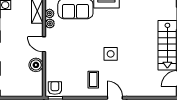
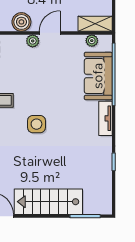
plant: (50, 24) -> (33, 41), moved

